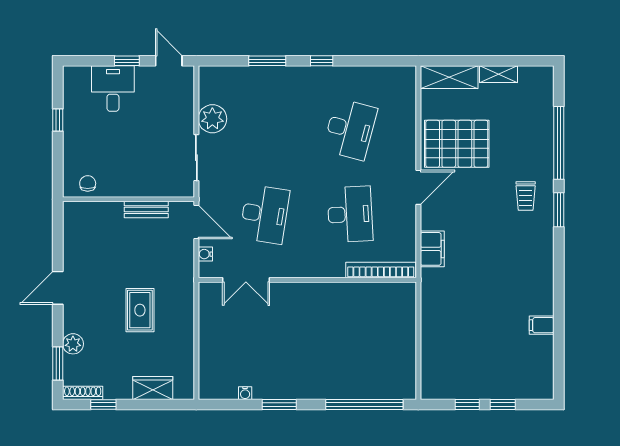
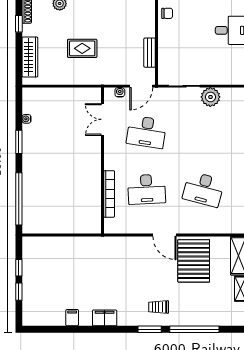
filing cabinet: (432, 249) -> (105, 318), moved, turned 180
bookcase: (381, 270) -> (109, 194), moved
wardrobe: (153, 388) -> (30, 57), width x1.50

